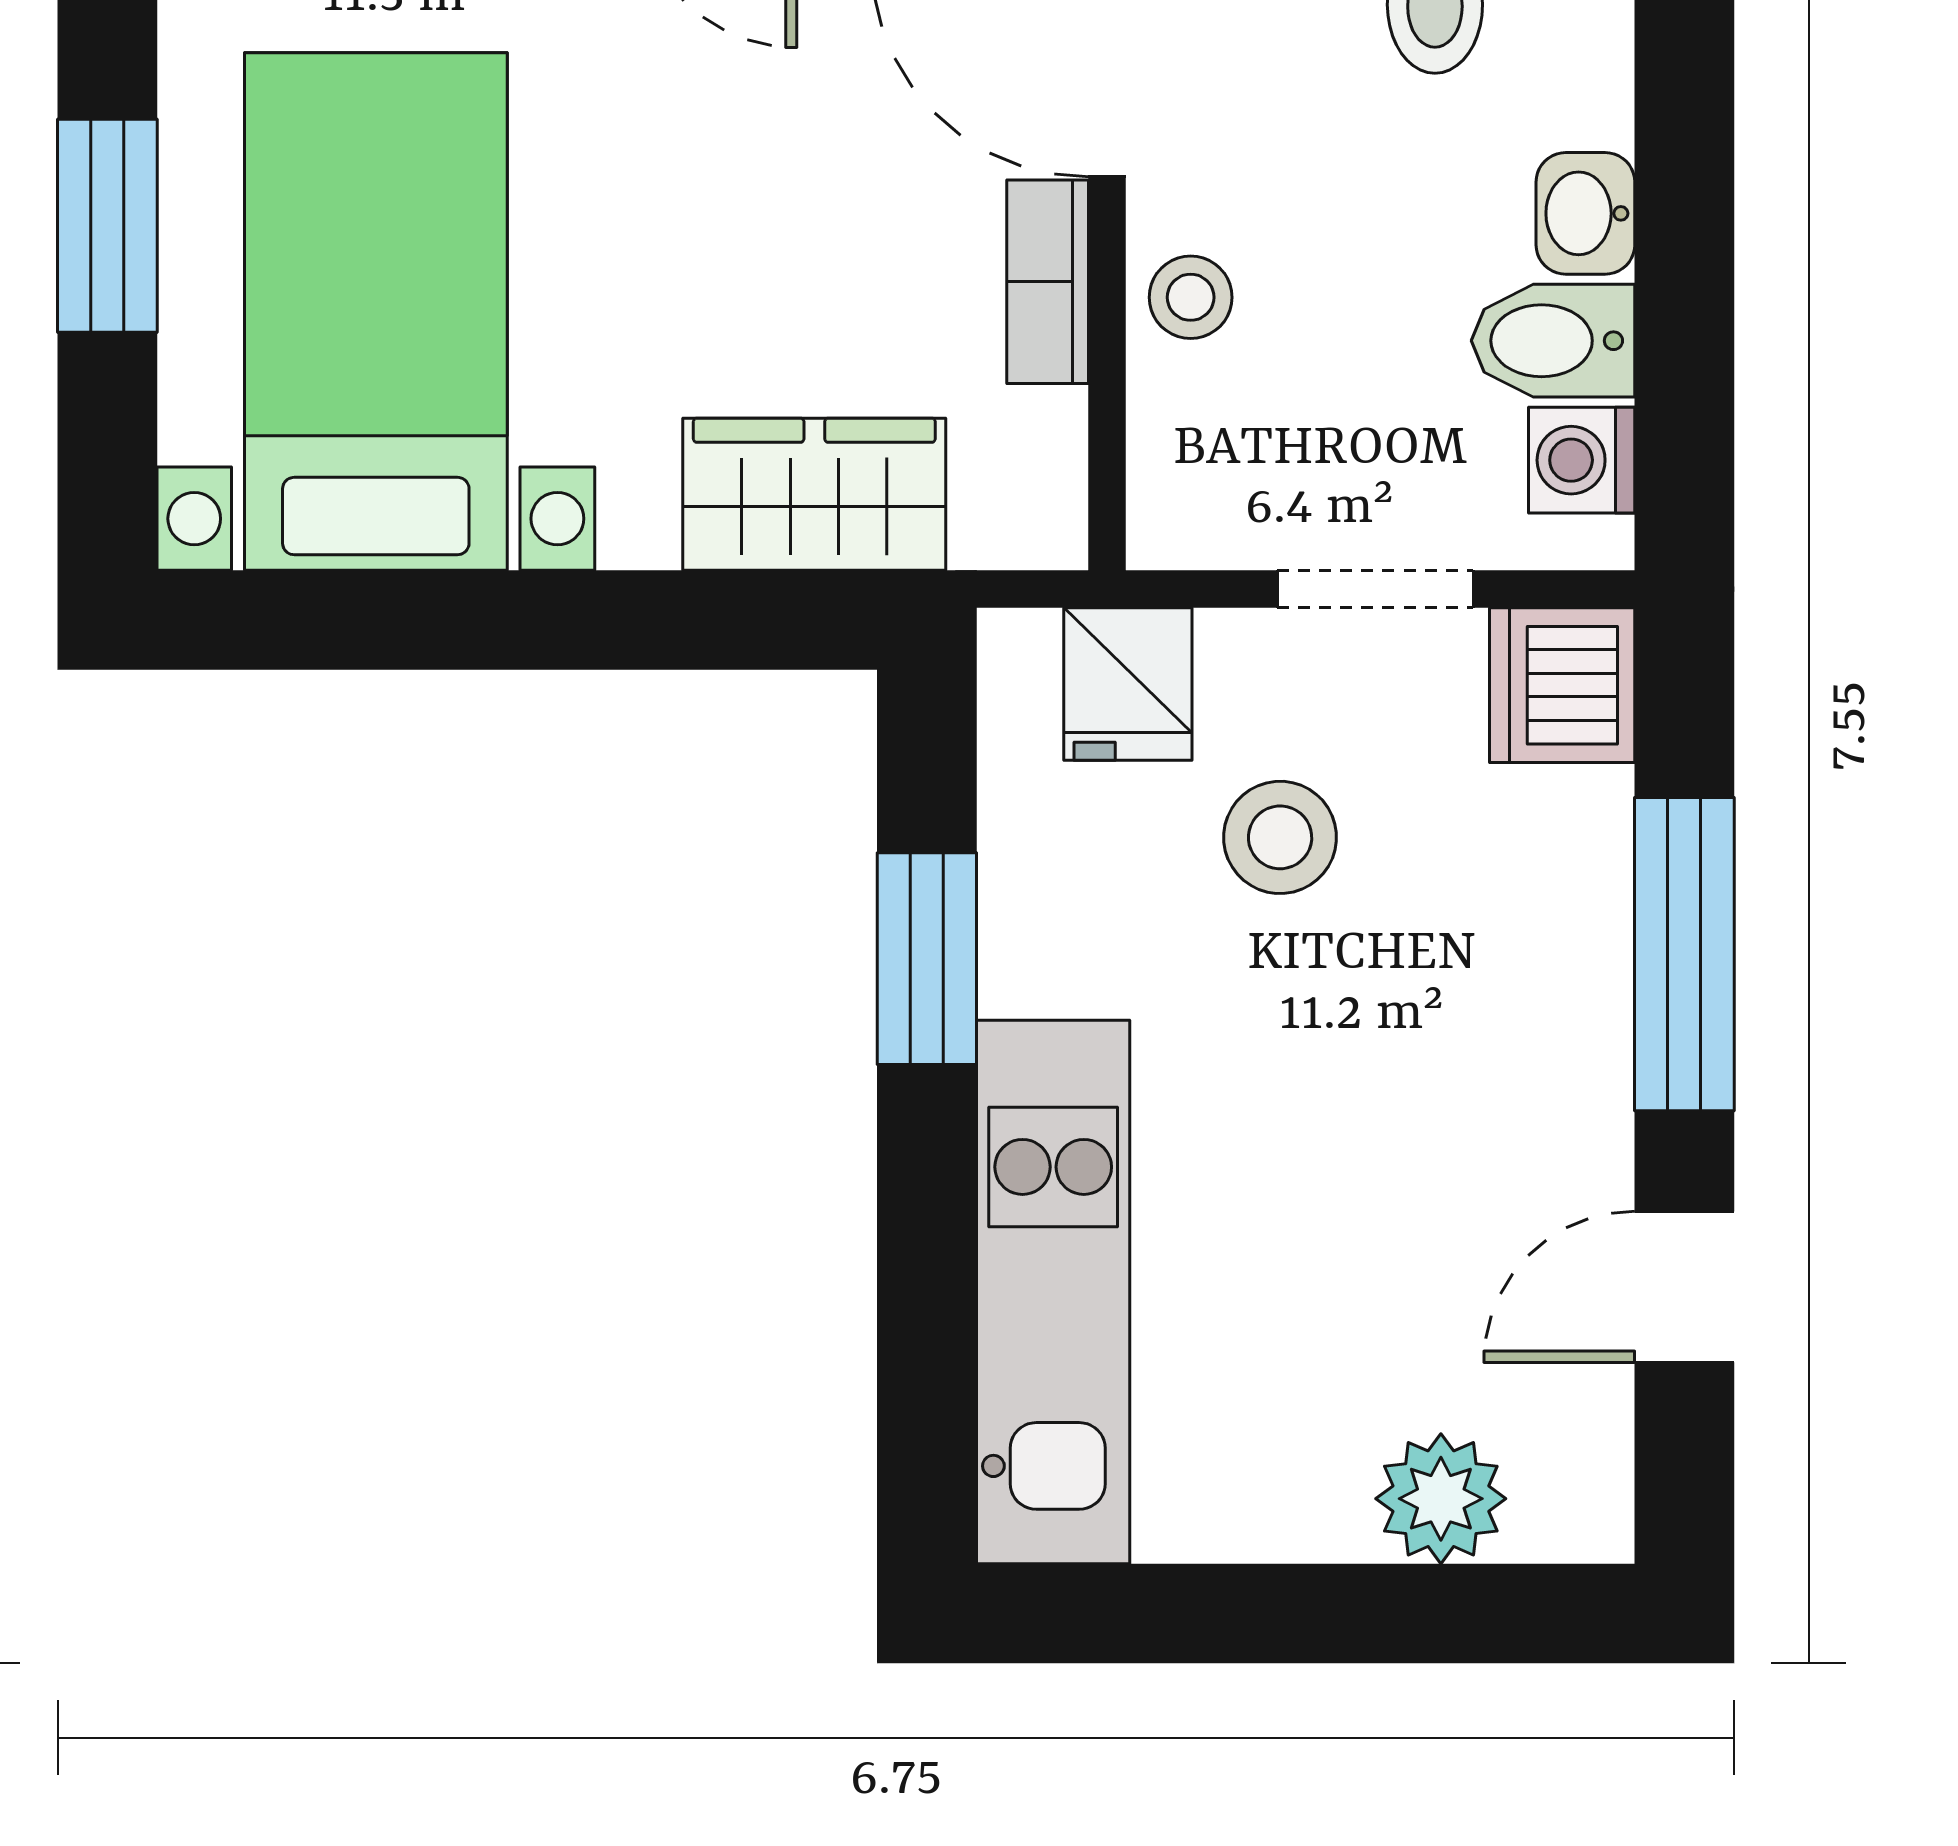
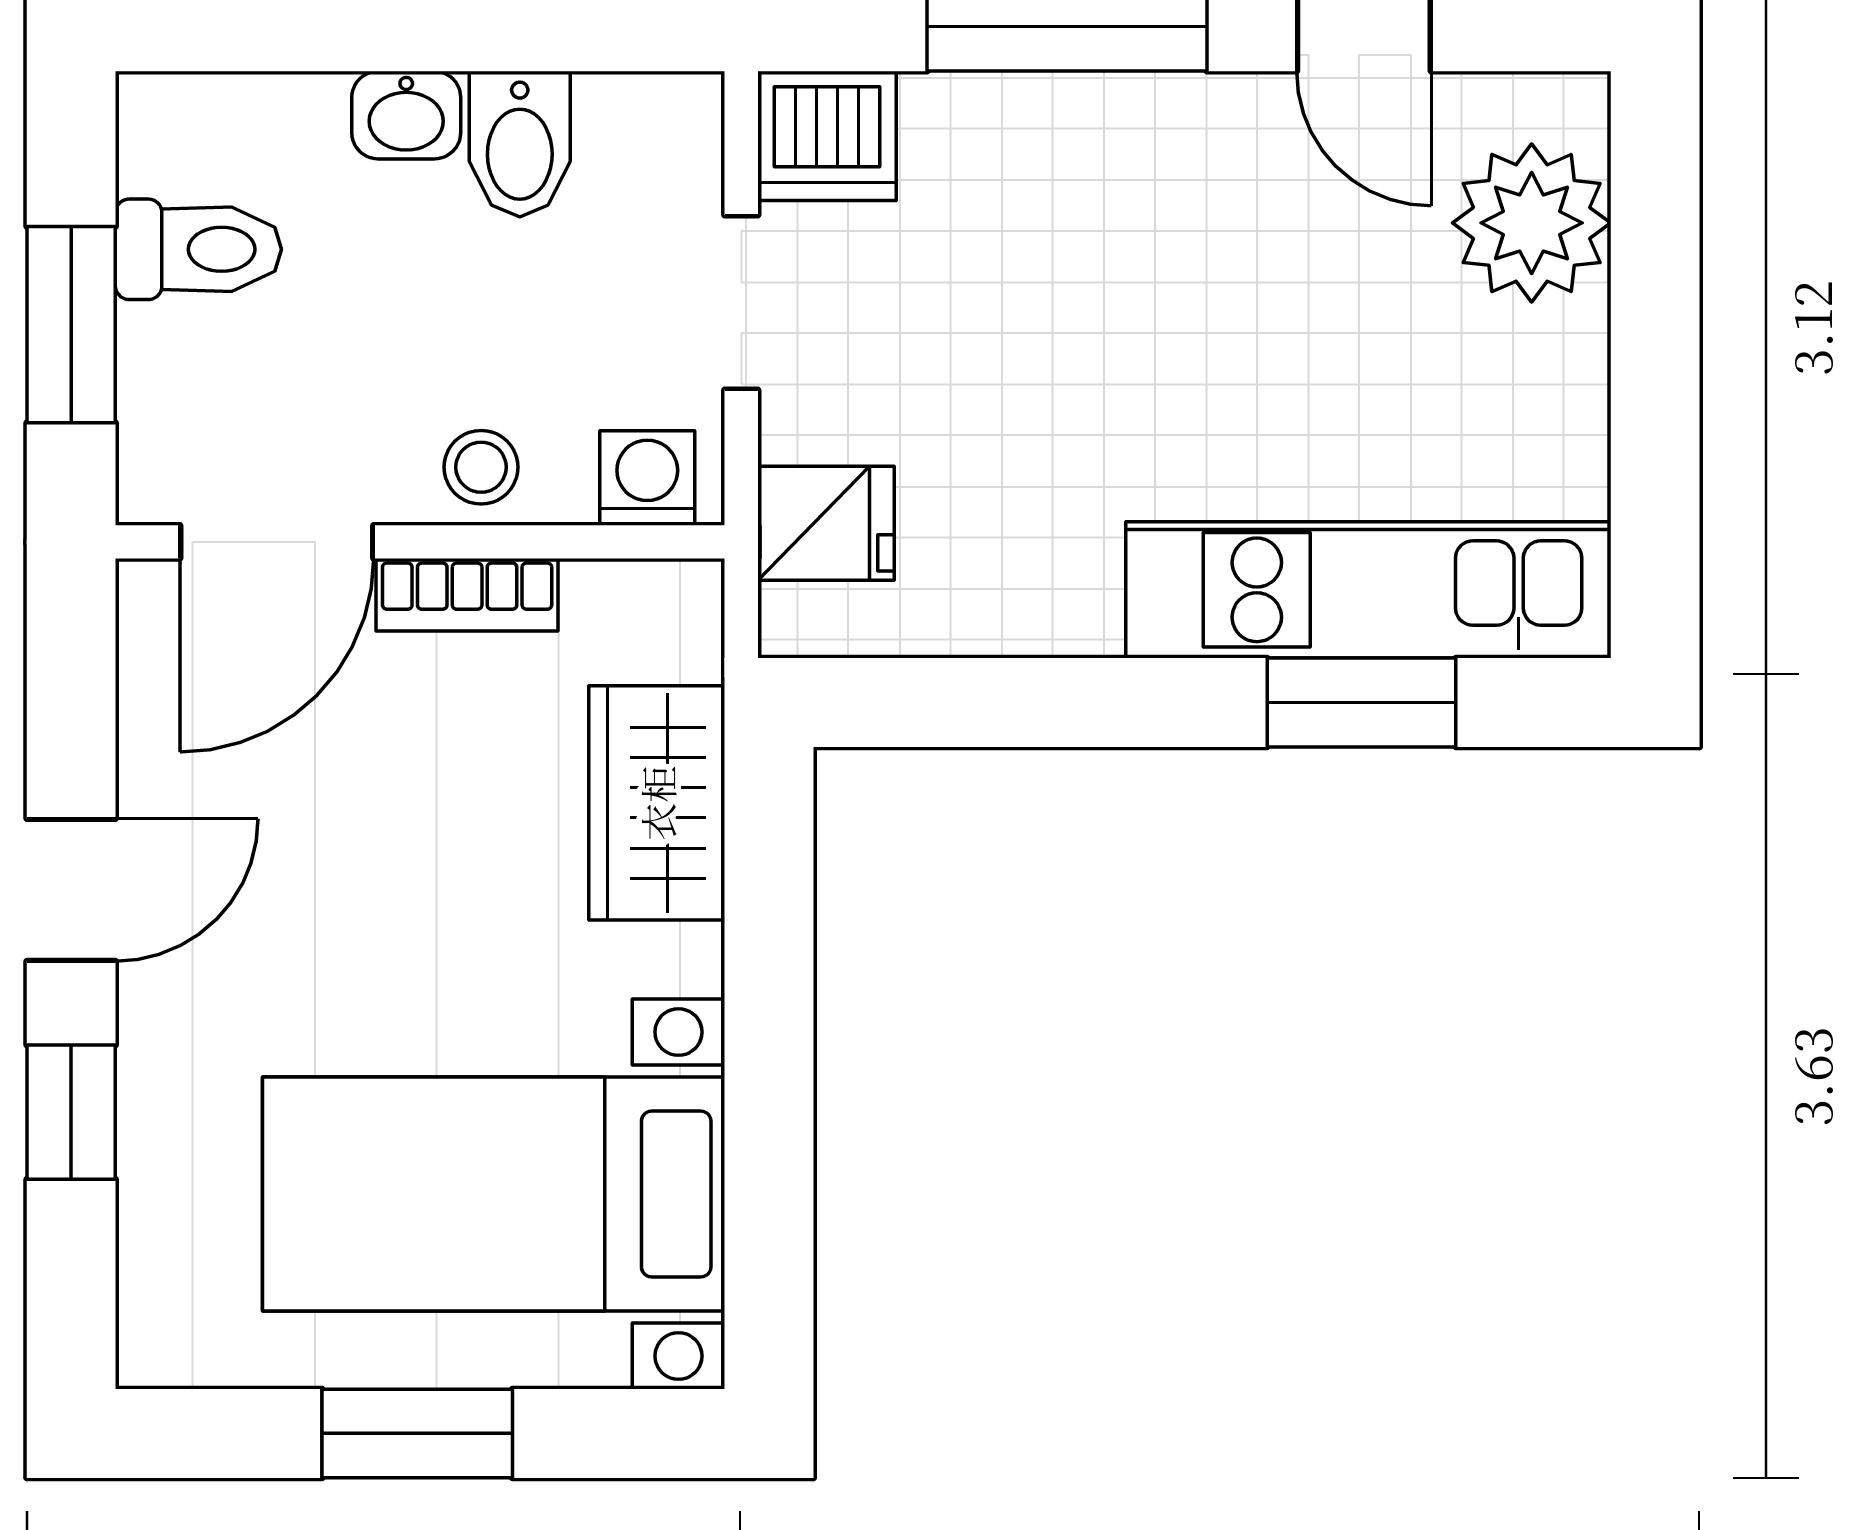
washing machine: (1582, 460) -> (647, 478), moved, turned 180
stool: (1280, 837) -> (963, 387), removed
window: (927, 959) -> (1361, 702), moved
plant: (1441, 1499) -> (1532, 223), width x1.36, depth x1.36

